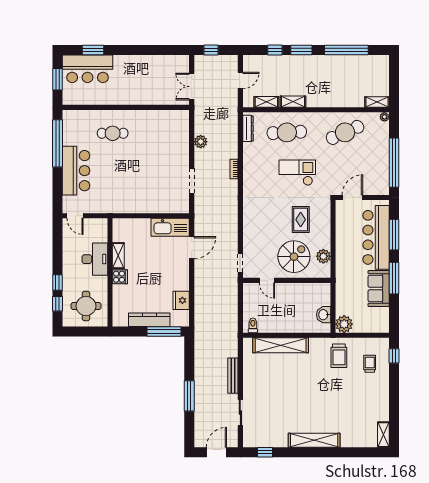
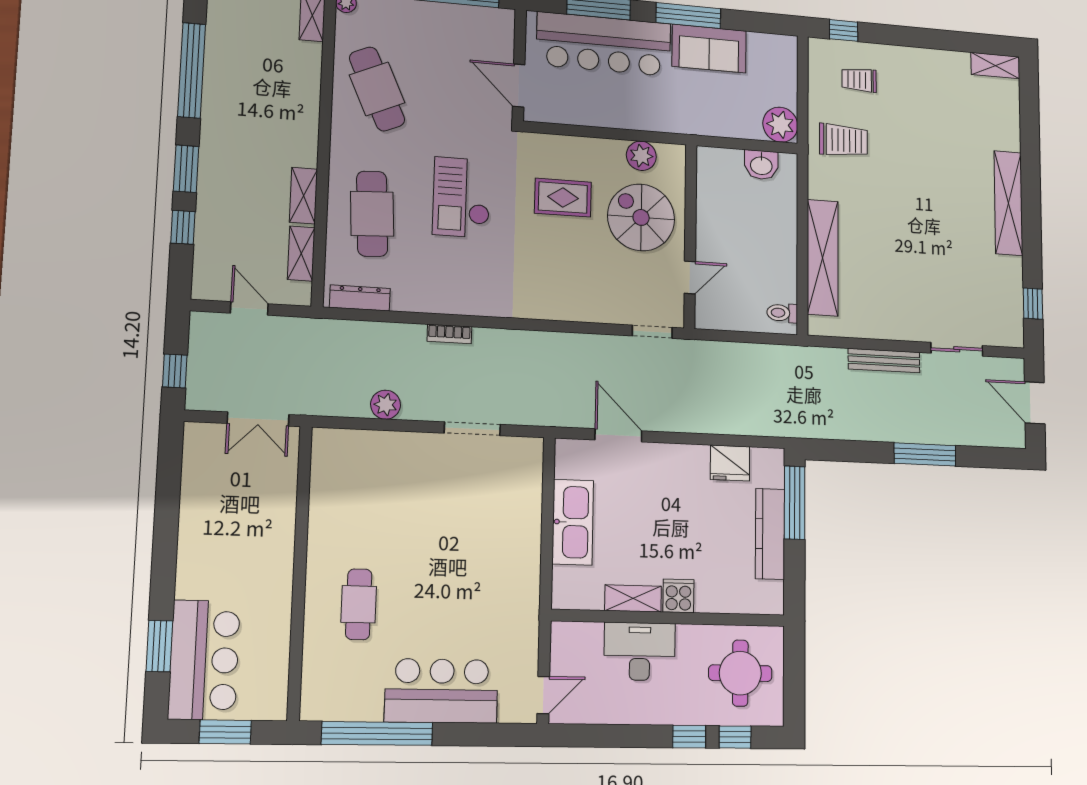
kitchen sink: (170, 227) -> (573, 522), moved

